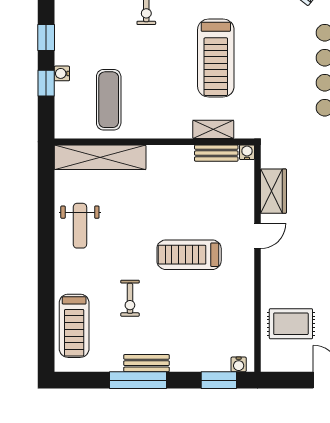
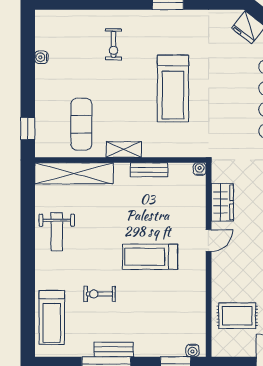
window: (46, 38) -> (28, 71), removed
water cooler: (62, 73) -> (41, 57), moved
window: (46, 83) -> (28, 129), moved
shelving: (213, 129) -> (124, 150), moved
bench: (216, 153) -> (149, 170), moved
exercise bike: (130, 298) -> (100, 294), turned 90

